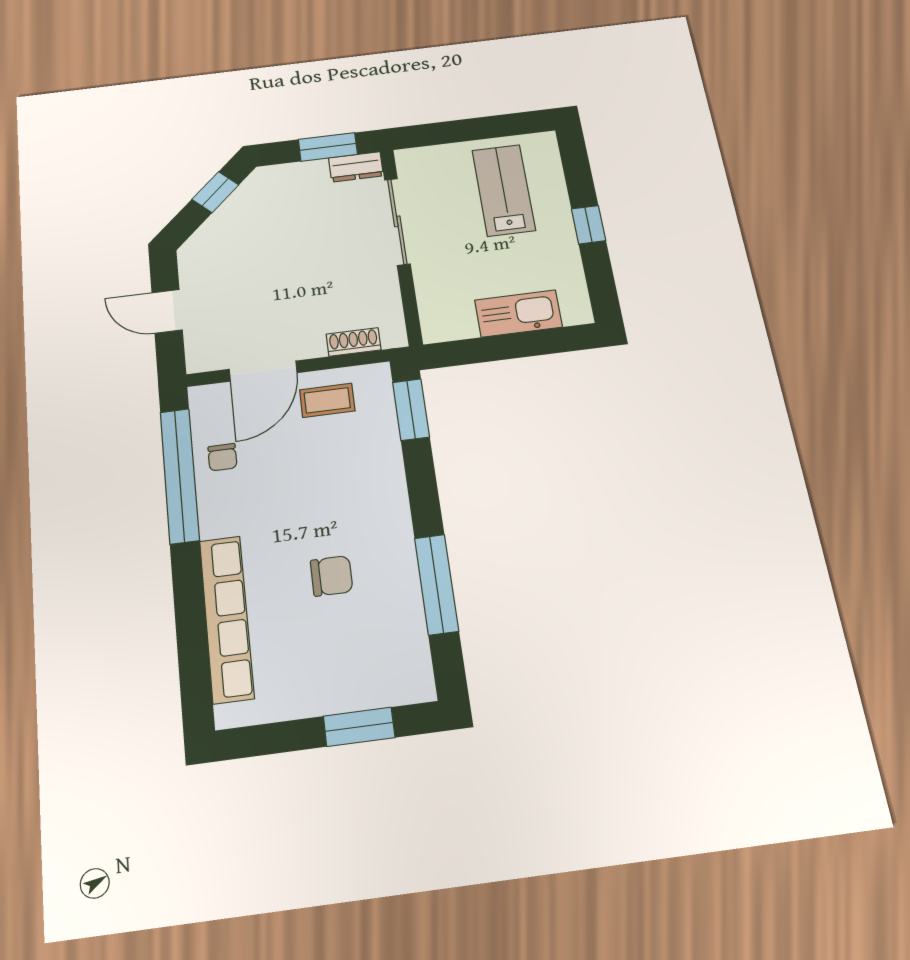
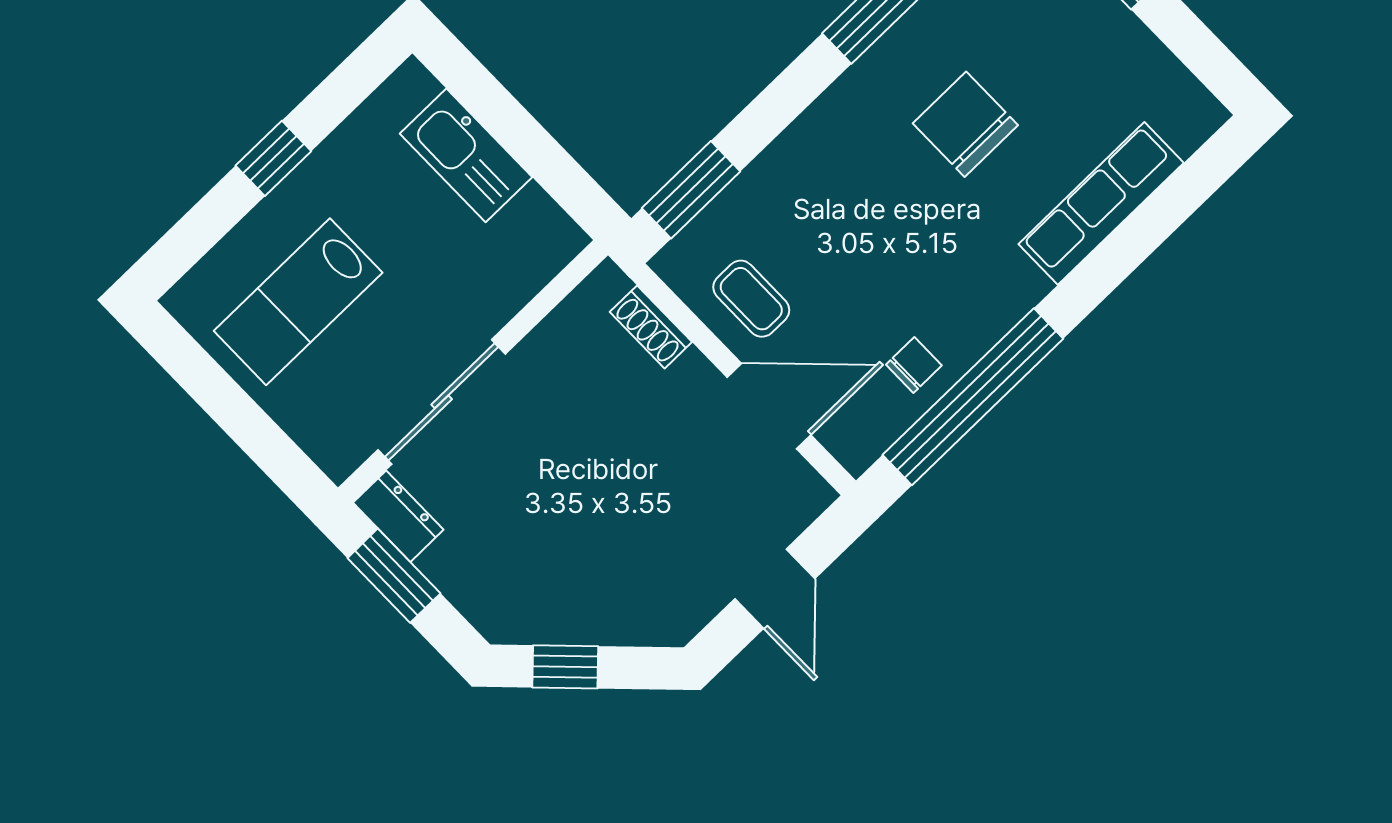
chair: (332, 576) -> (965, 124), width x1.37, depth x1.37
row of seats: (227, 618) -> (1101, 203), width x0.73

